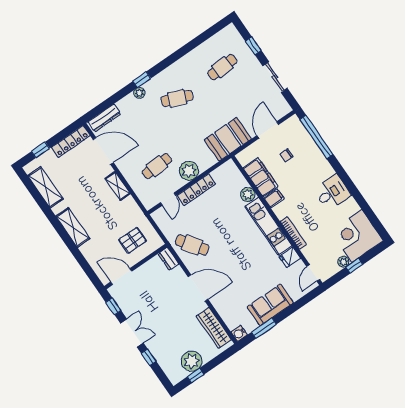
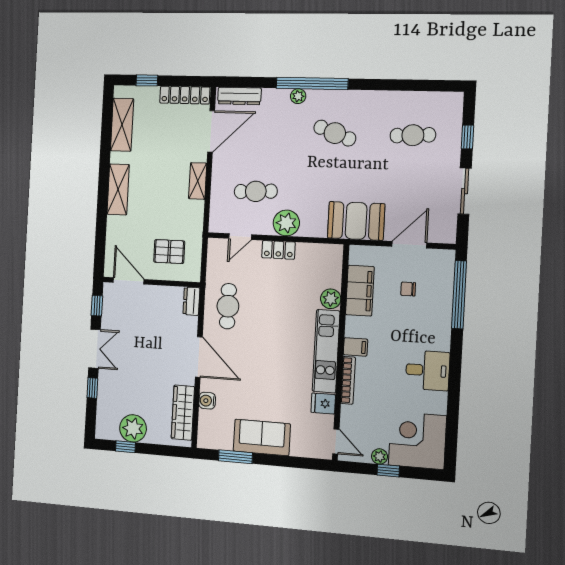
window: (142, 80) -> (312, 83), width x3.17
door: (103, 151) -> (211, 131), hinge flipped
locker: (196, 190) -> (278, 250), width x0.66
filing cabinet: (274, 198) -> (355, 347), moved
cafe table: (192, 245) -> (228, 306), turned 35
door: (313, 273) -> (336, 441), swing flipped
water cooler: (239, 333) -> (207, 401), moved

